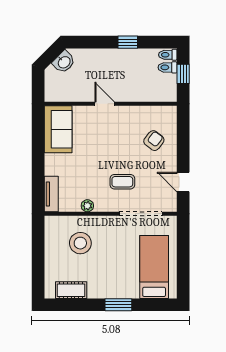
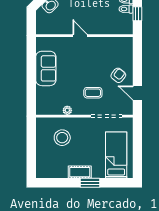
sofa: (58, 129) -> (46, 68), moved
armchair: (154, 141) -> (118, 75), moved
tv unit: (51, 194) -> (41, 102), removed
cot: (71, 290) -> (80, 172), moved

